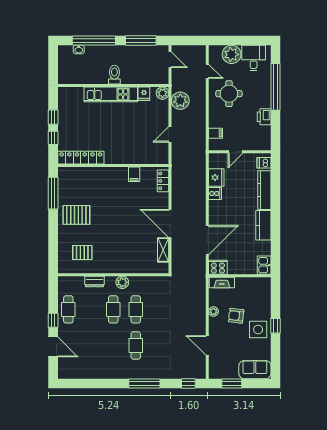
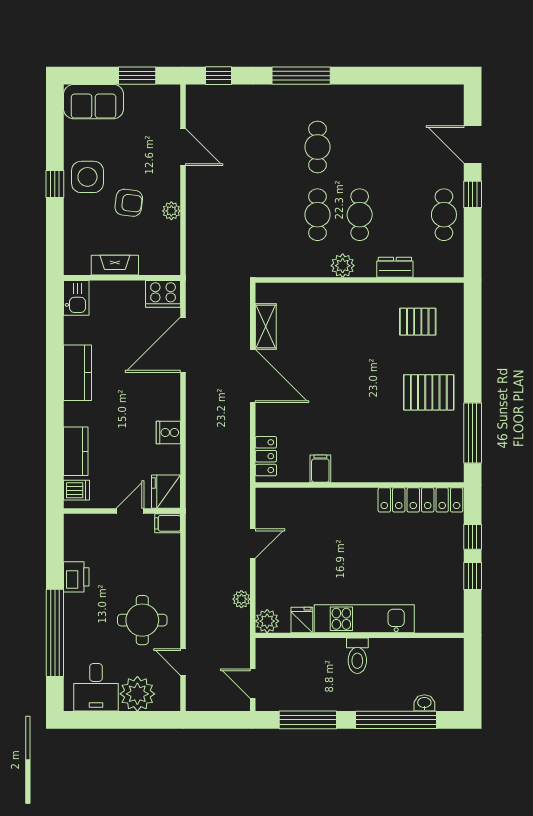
plant: (180, 101) -> (241, 599), width x0.53, depth x0.53
filing cabinet: (215, 133) -> (168, 523), moved
fridge: (216, 178) -> (166, 492), moved
kitchen counter: (264, 190) -> (76, 451), width x0.67
fireplace: (222, 283) -> (115, 265), moved

